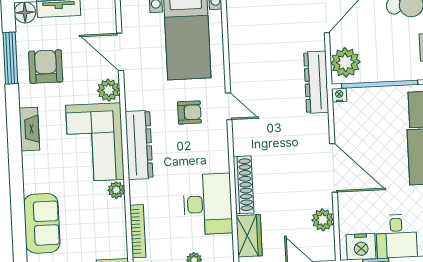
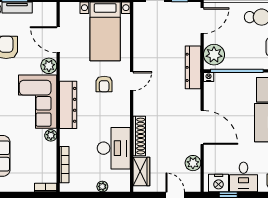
door: (229, 106) -> (132, 81), hinge flipped
armchair: (189, 112) -> (104, 84), turned 90

